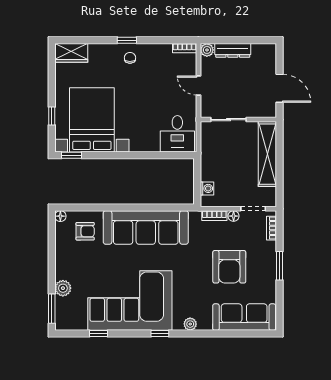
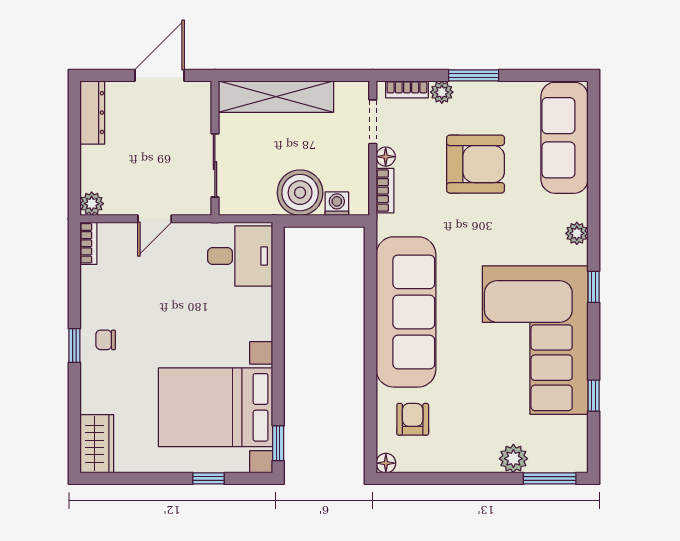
dresser: (233, 50) -> (92, 113), moved
boiler: (213, 168) -> (300, 193), added
plant: (270, 248) -> (442, 92), added

